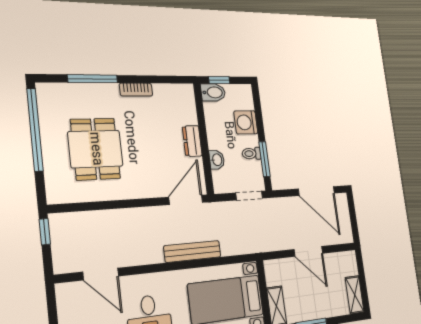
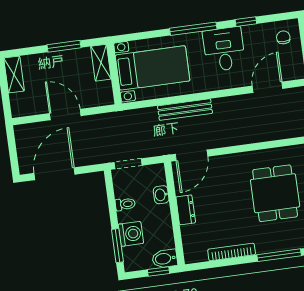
bookcase: (136, 90) -> (232, 252), width x1.56
window: (265, 159) -> (117, 246), moved
door: (316, 191) -> (54, 174), hinge flipped
door: (101, 274) -> (268, 87), hinge flipped

